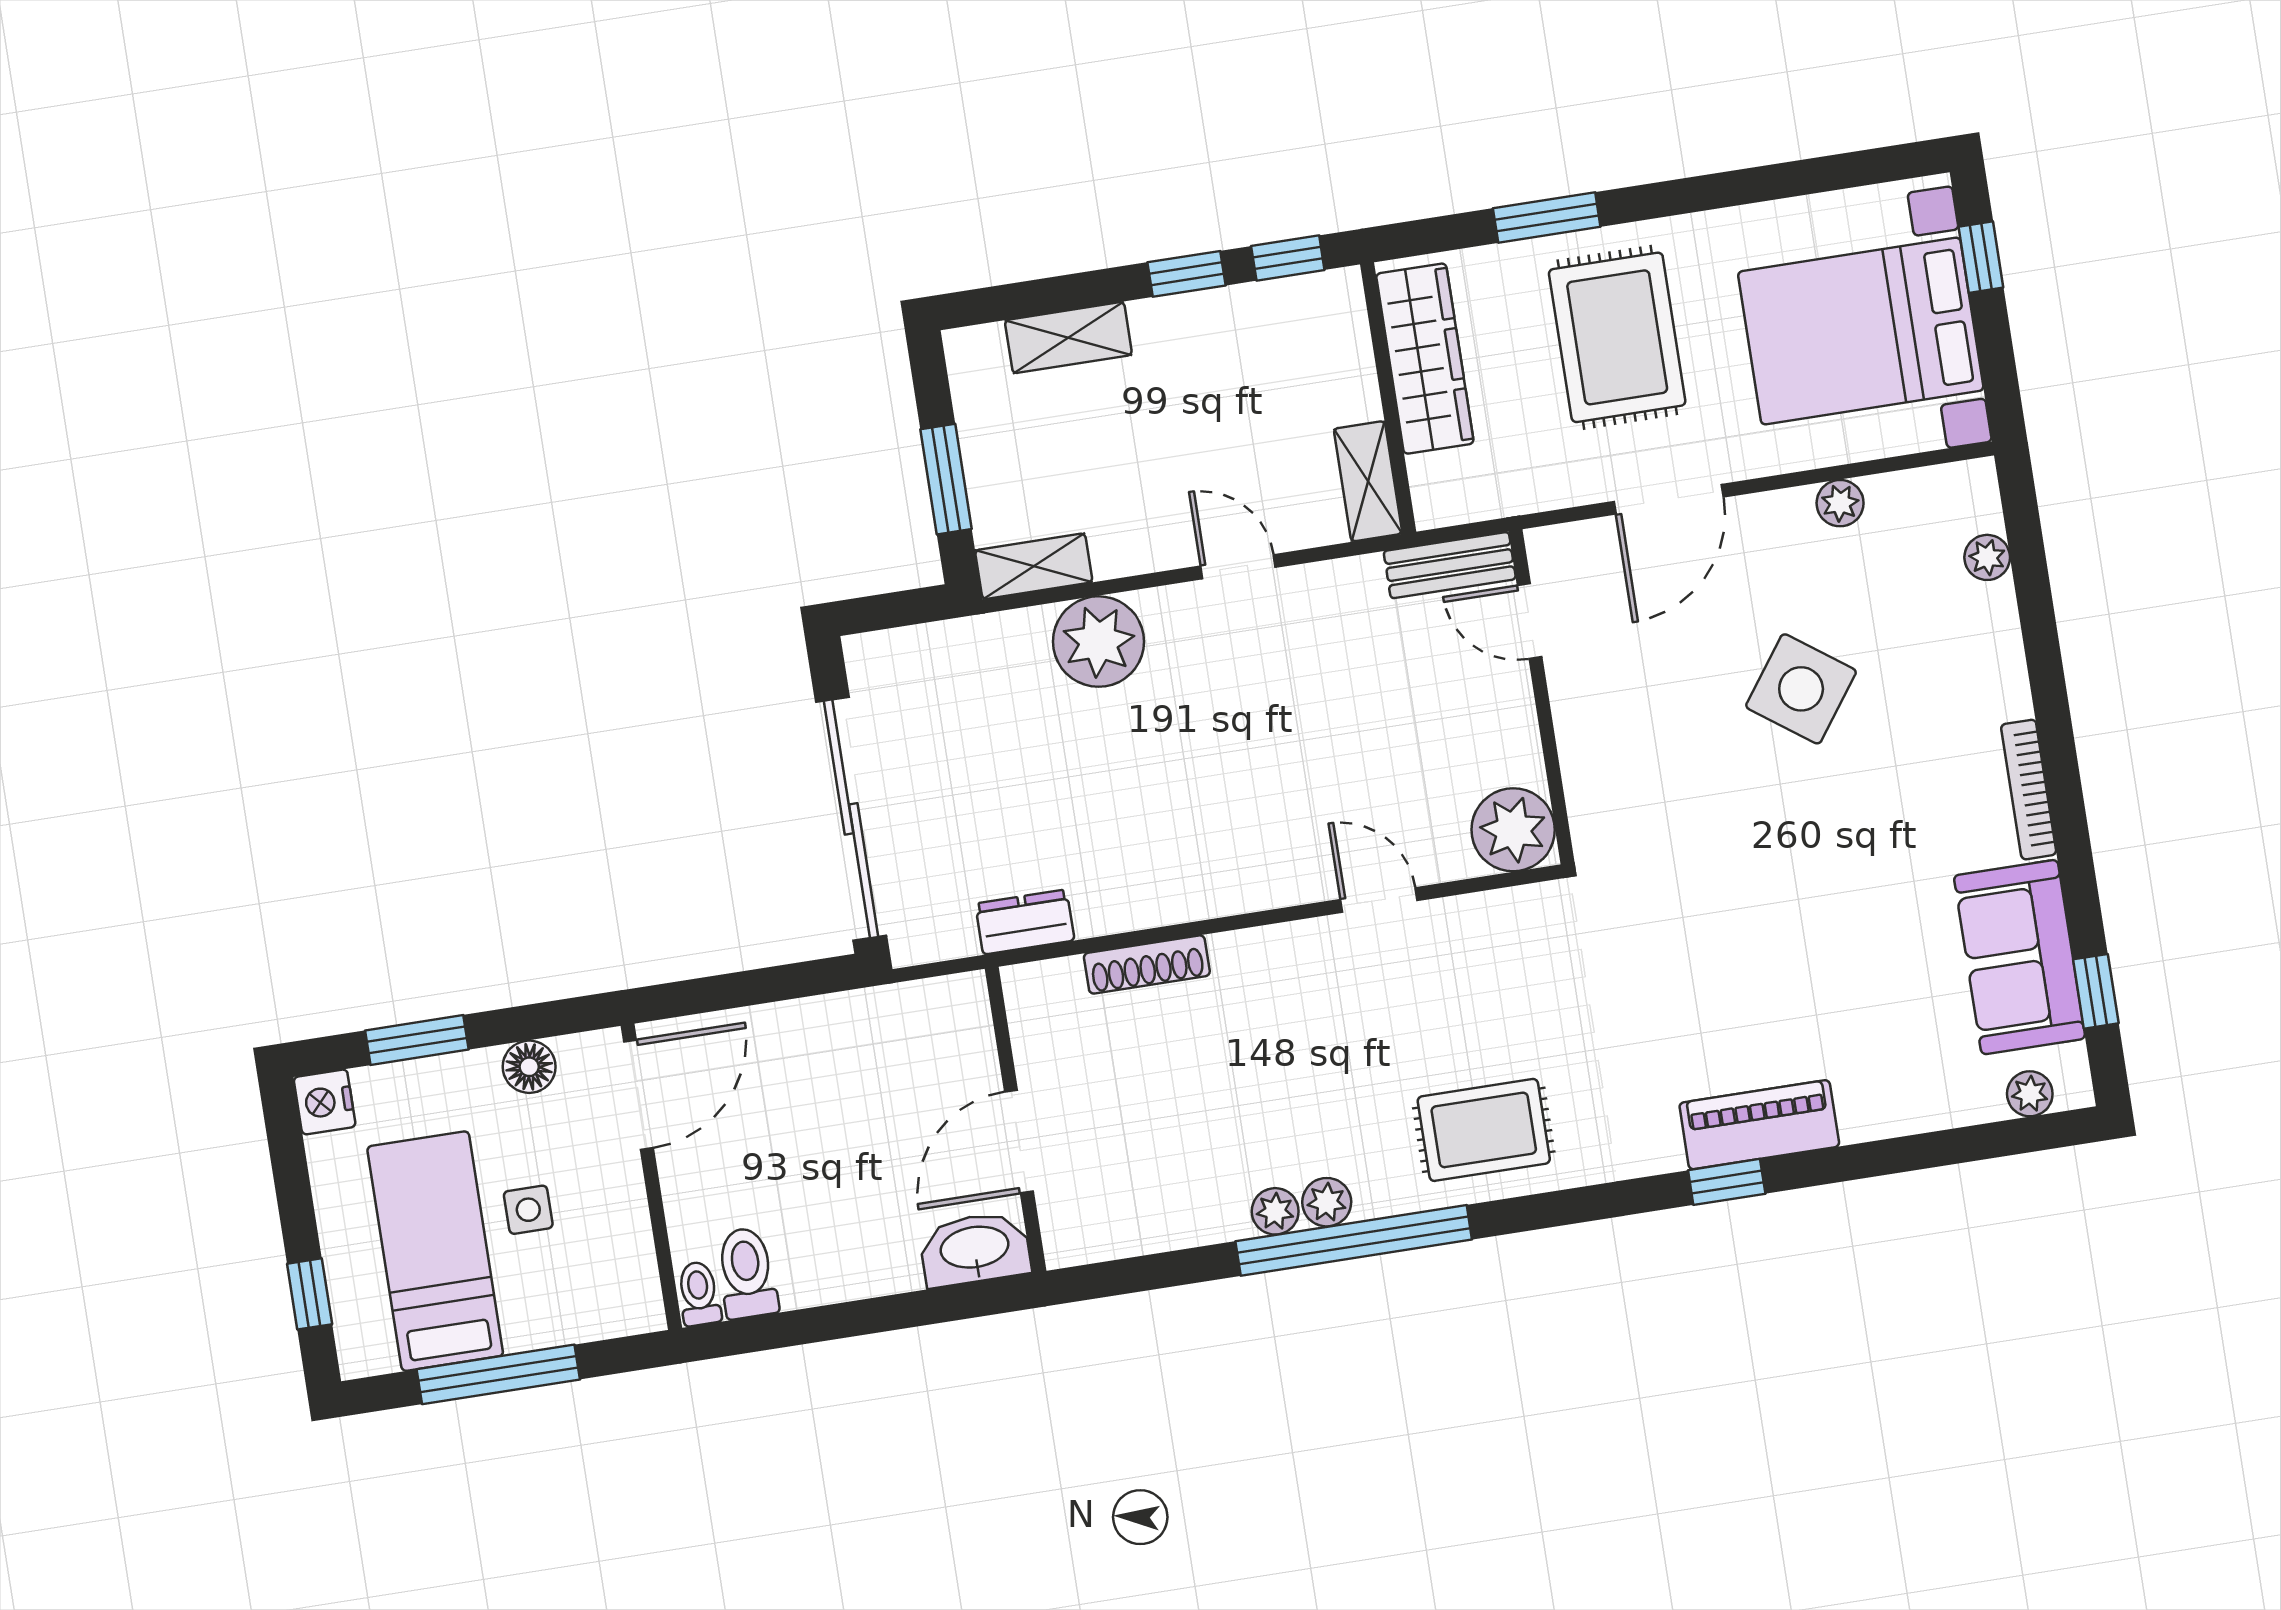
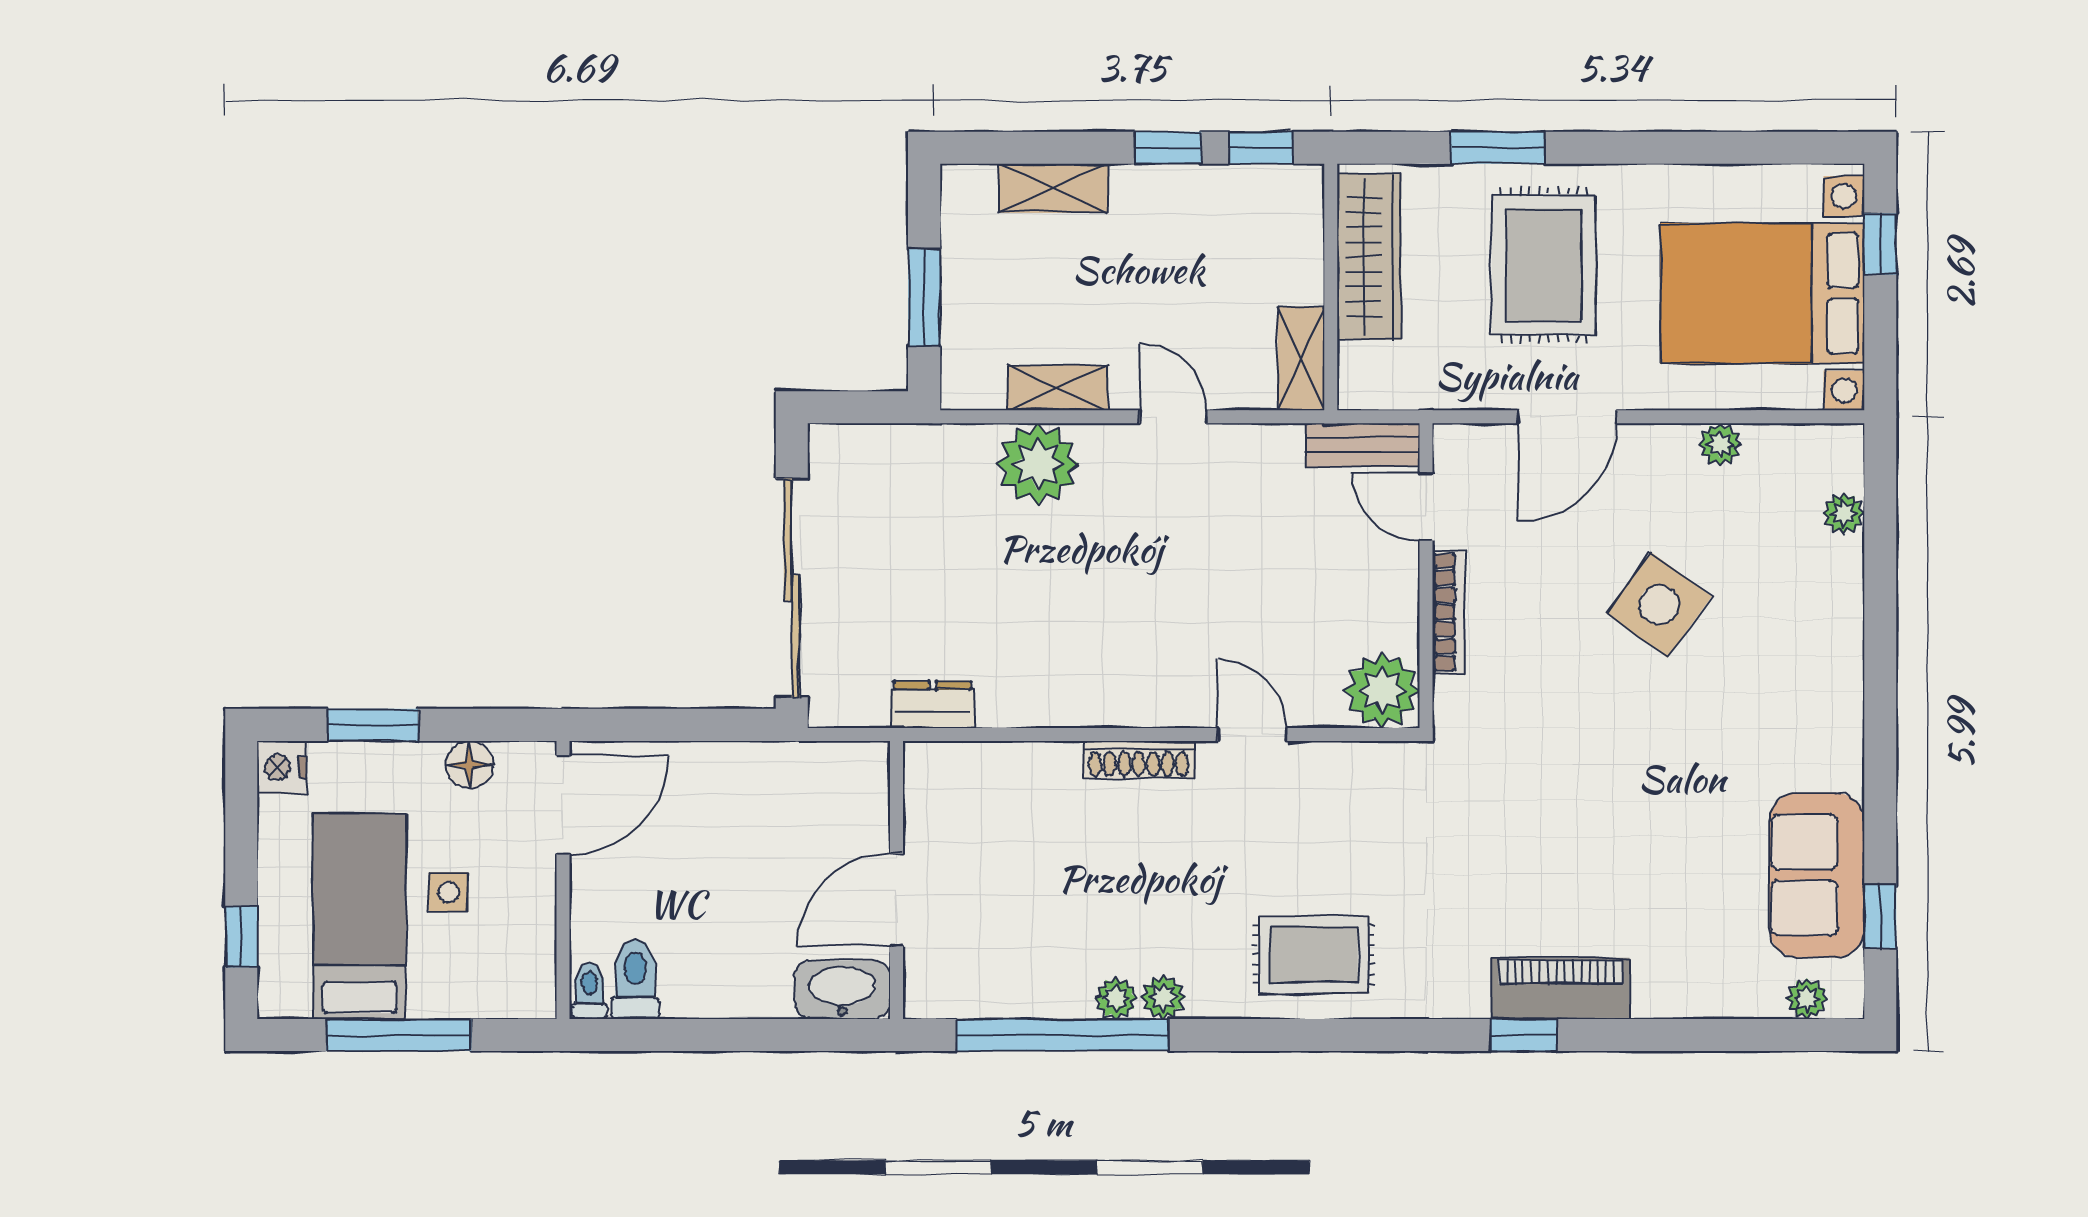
shelving: (1034, 566) -> (1058, 388), moved
bookcase: (2029, 790) -> (1448, 612), moved, turned 180
shoe rack: (1147, 964) -> (1139, 760), moved
window: (1354, 1240) -> (1062, 1035), moved

